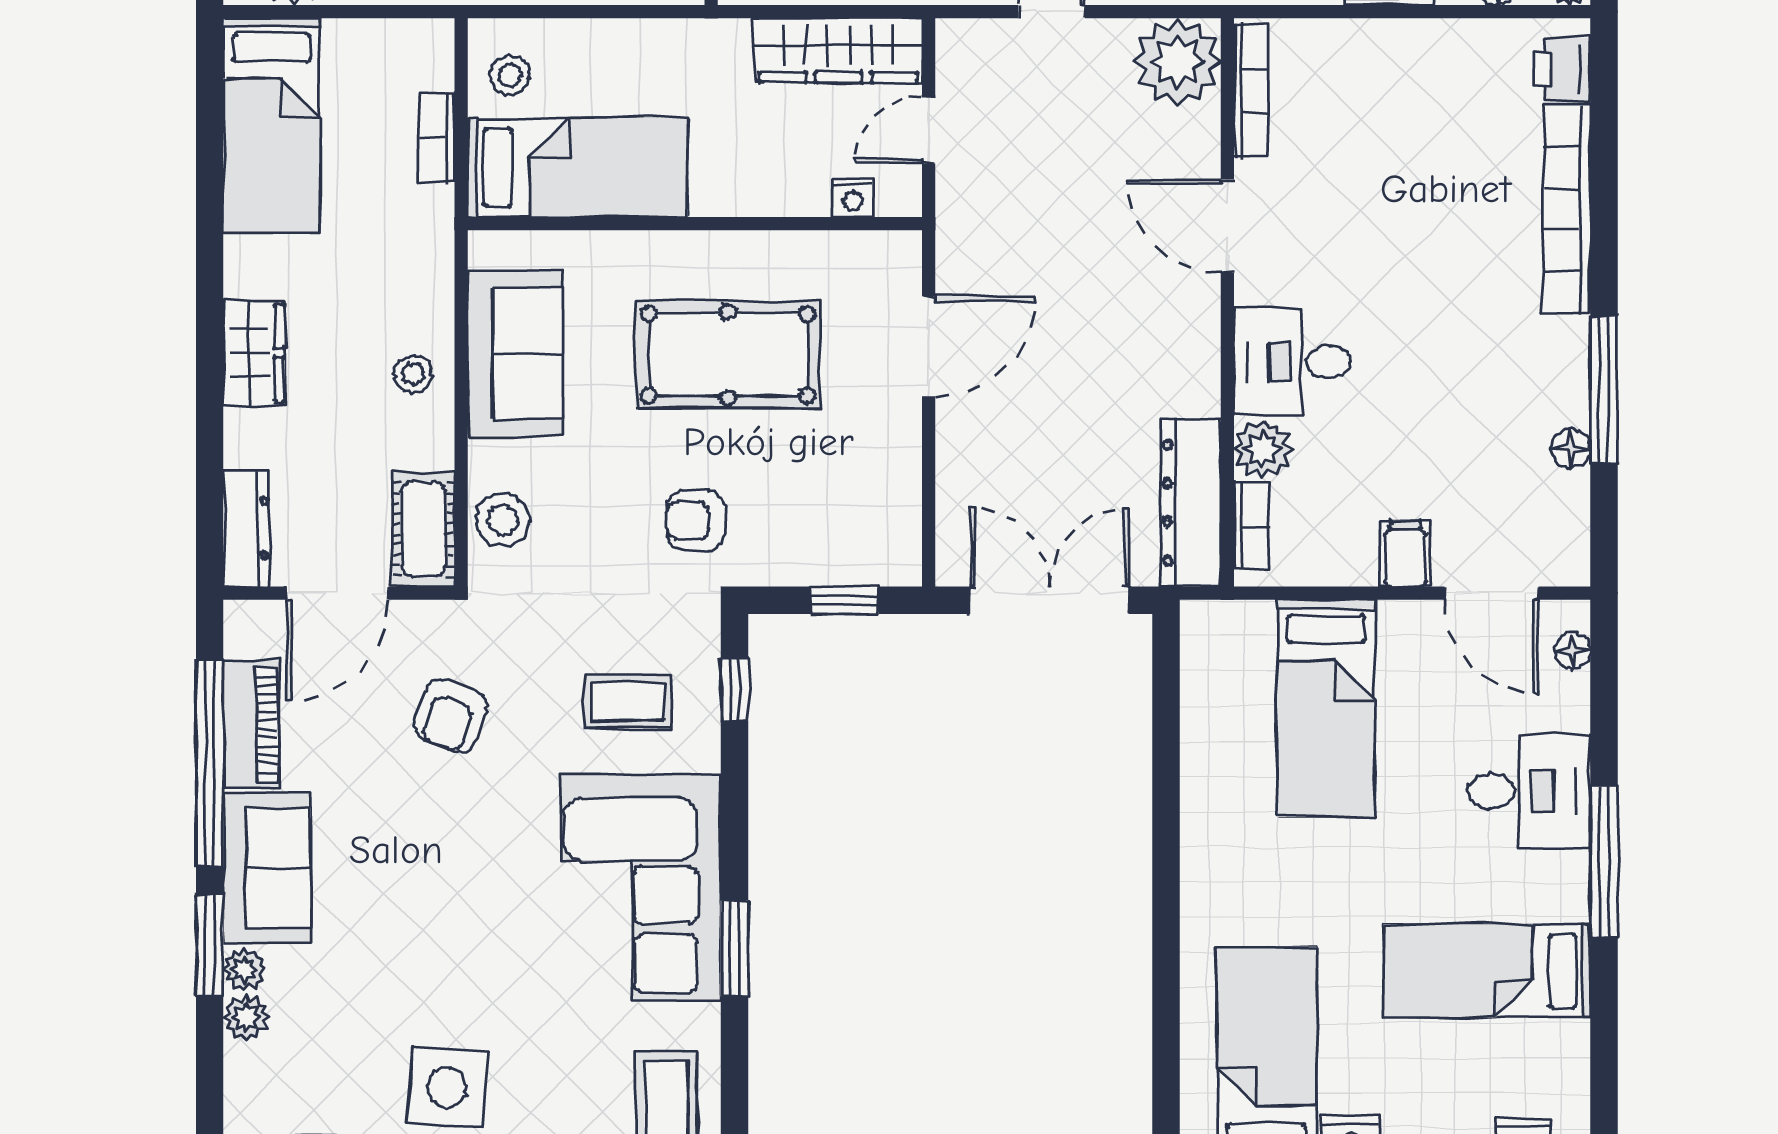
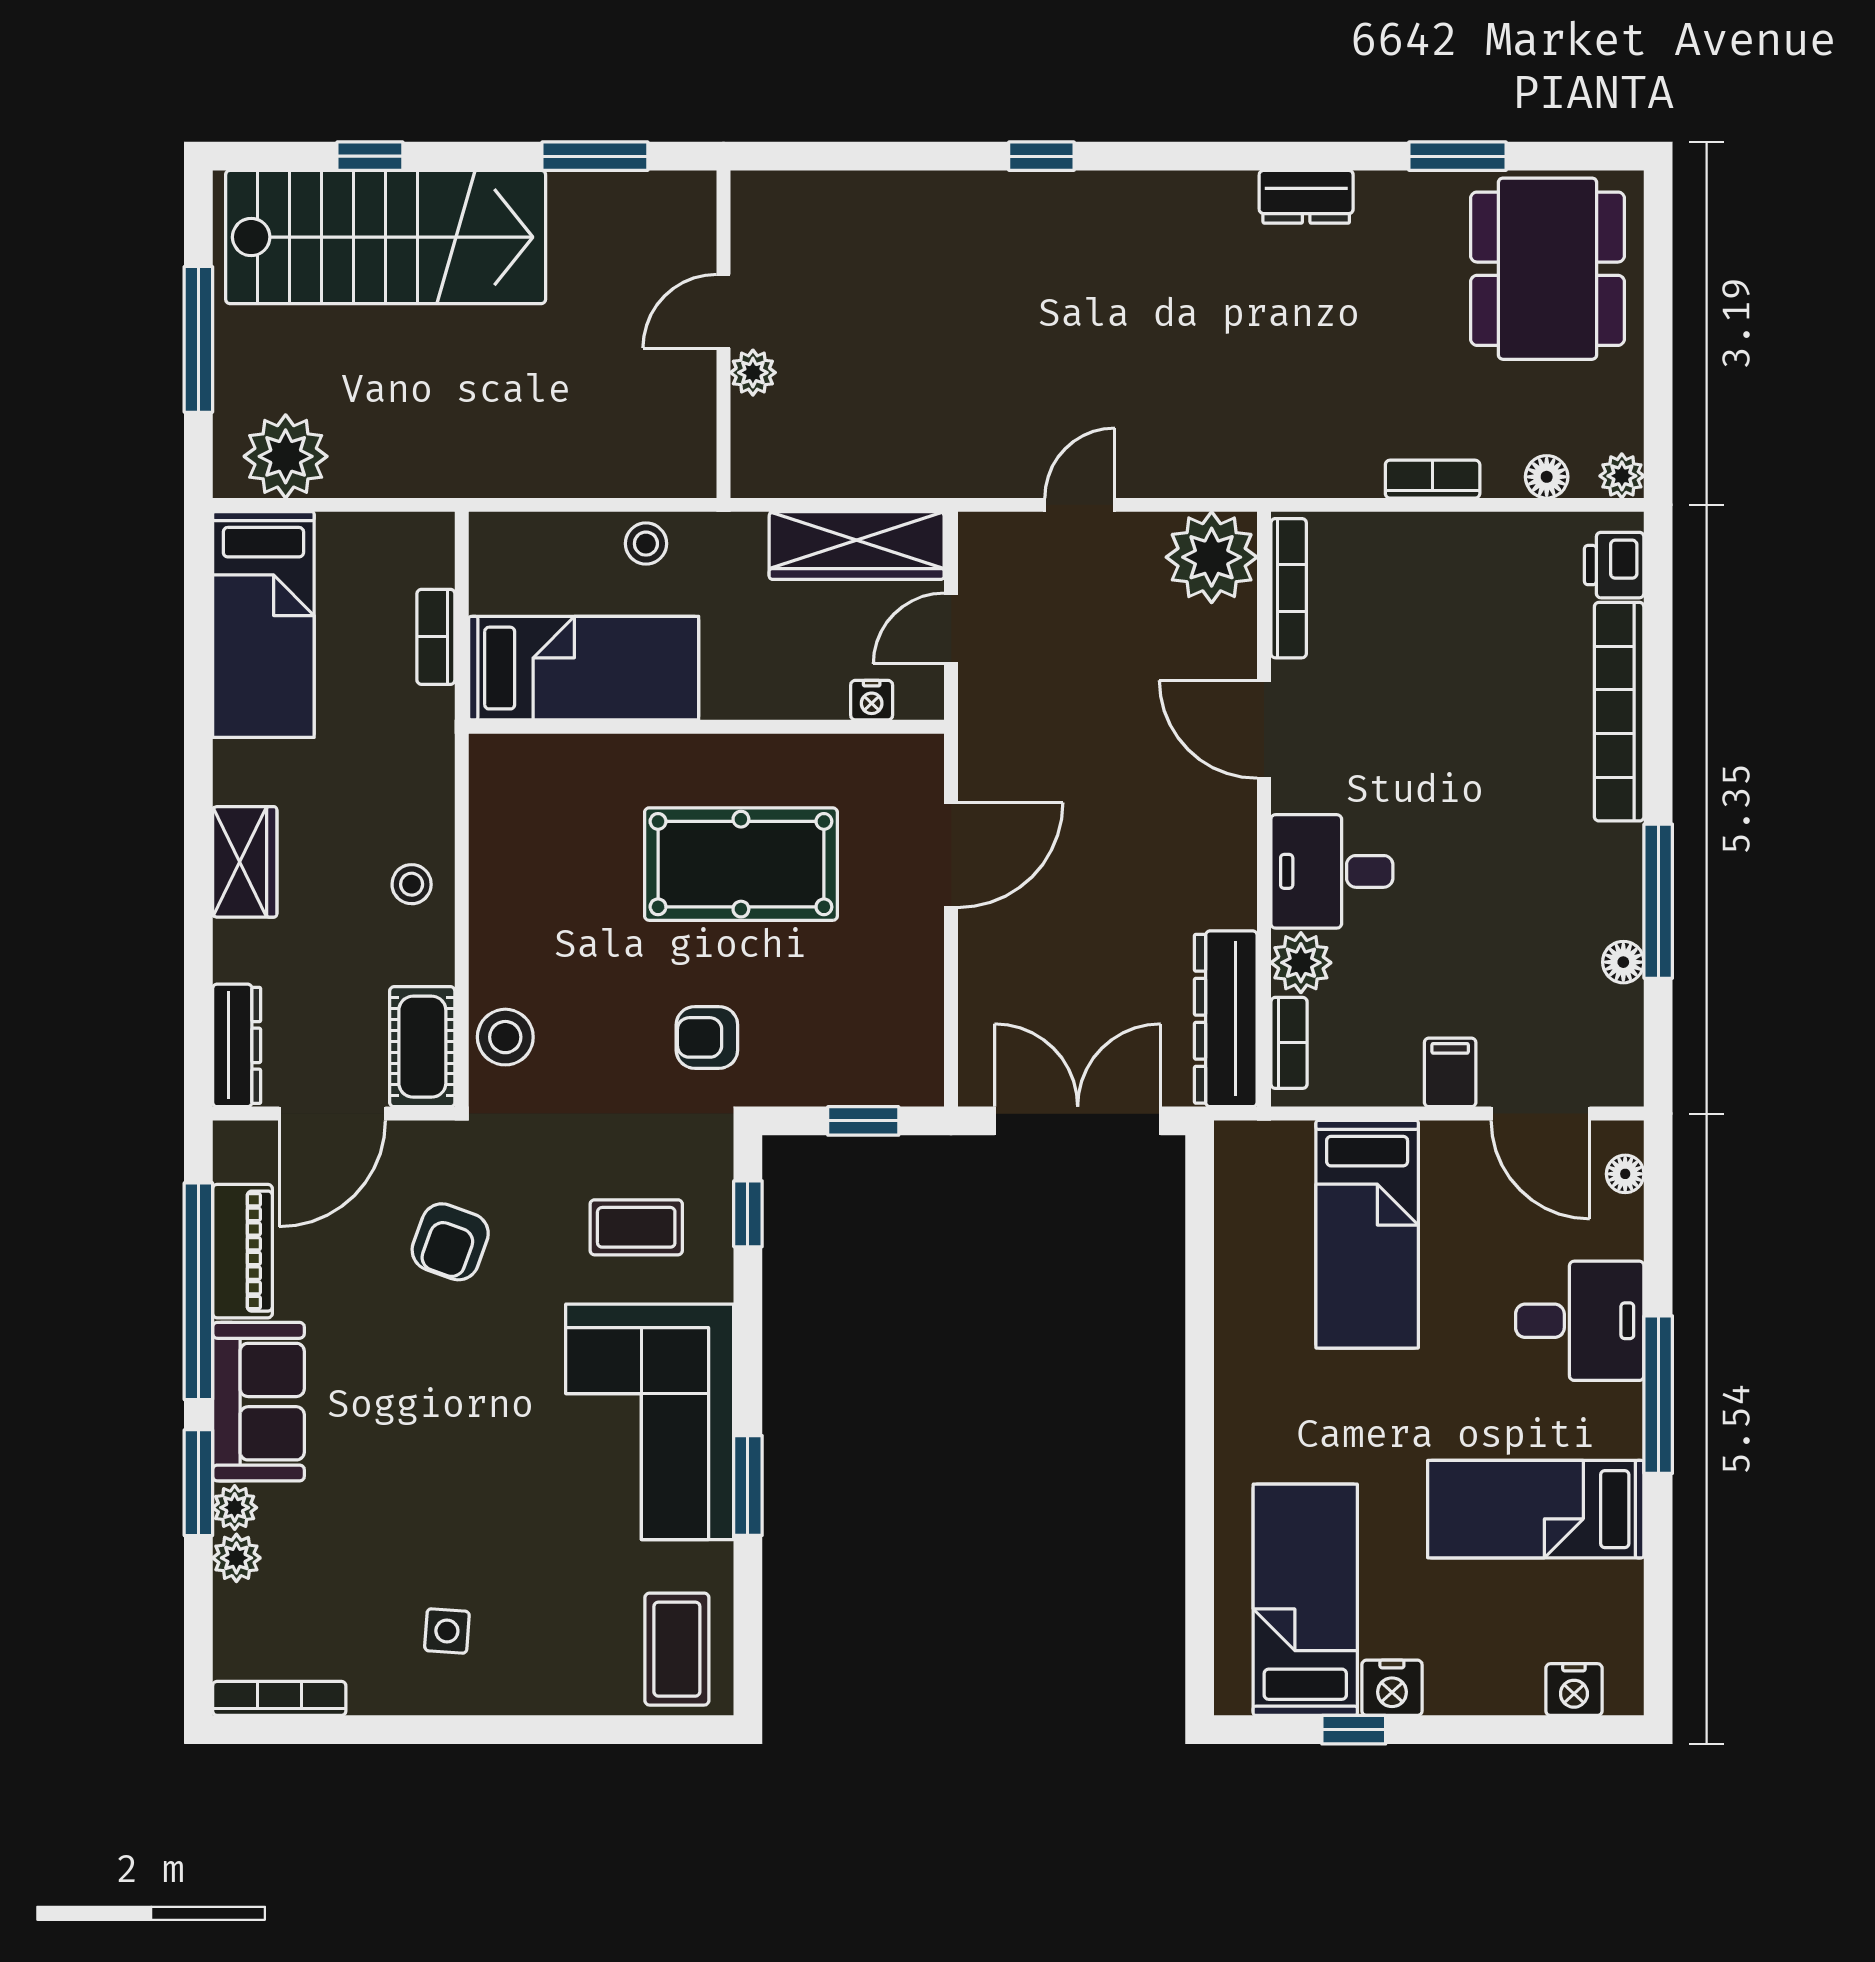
stool: (510, 75) -> (646, 544), moved
sofa: (515, 354) -> (518, 863), removed
side table: (447, 1087) -> (447, 1631), width x0.54, depth x0.54

